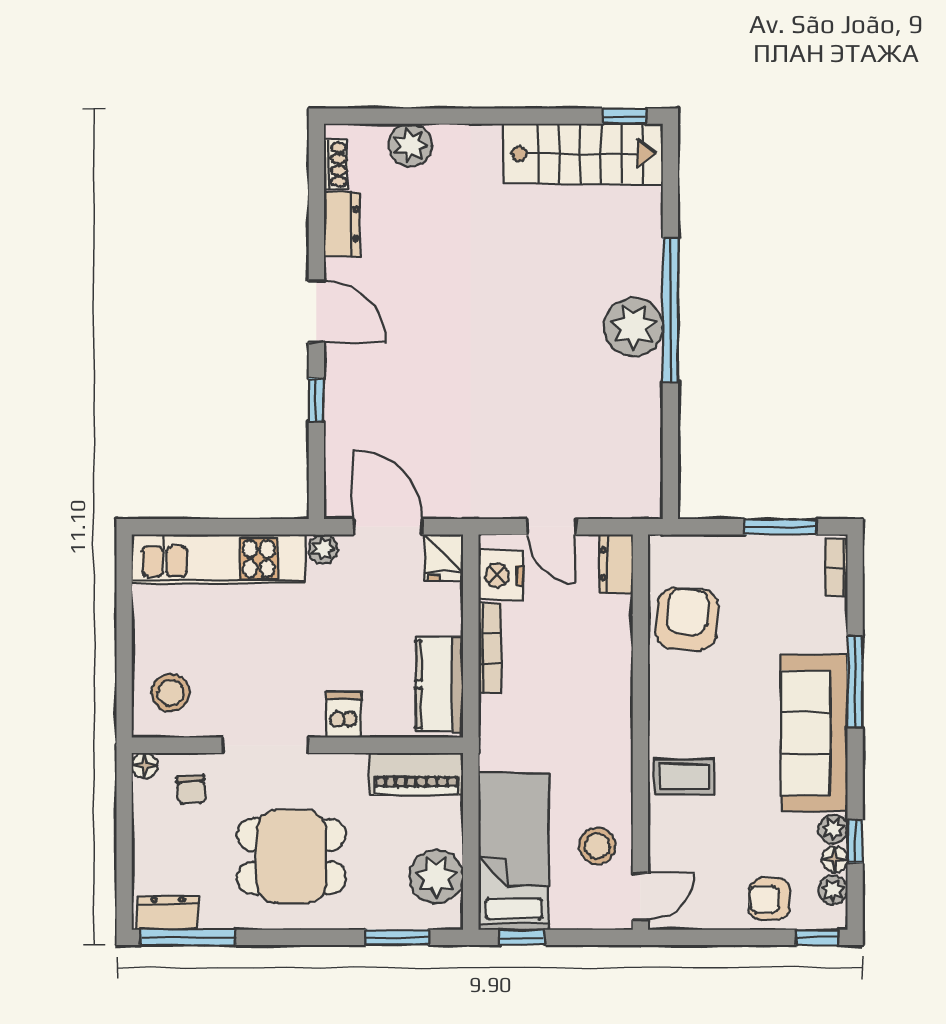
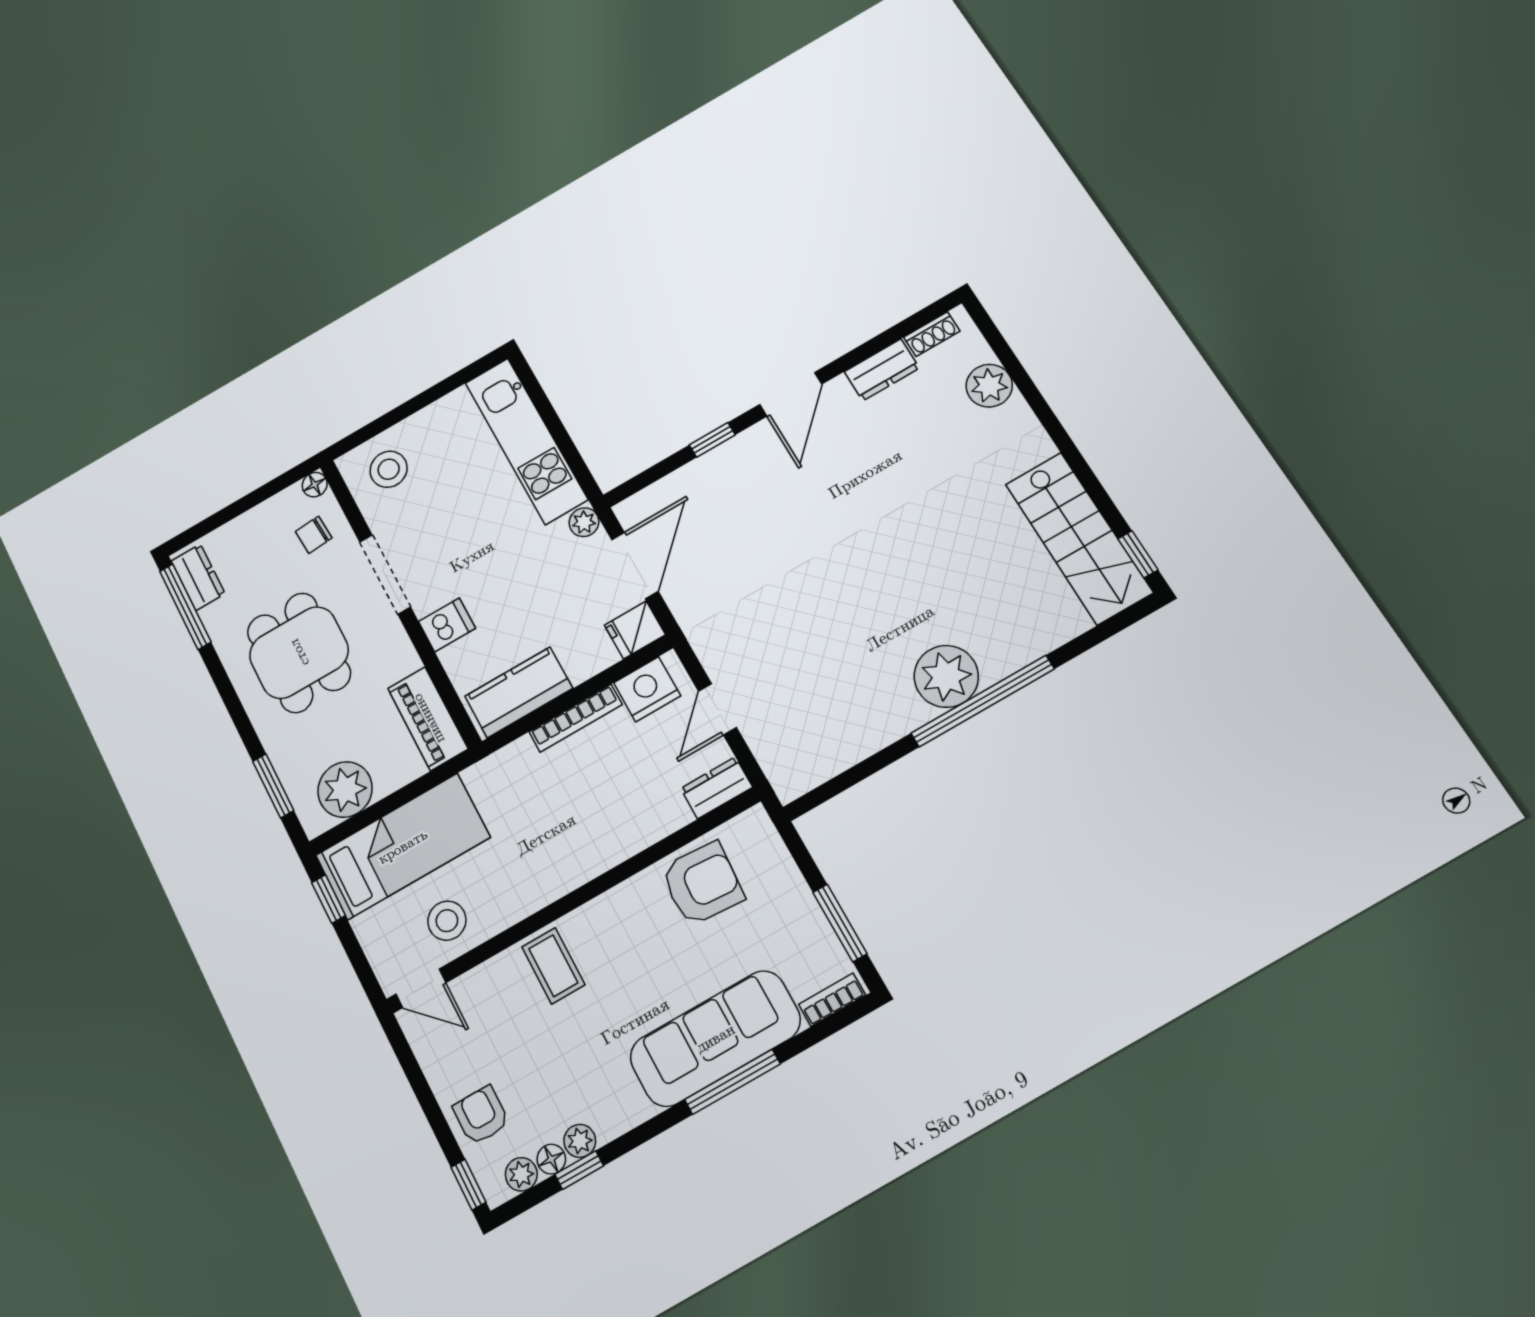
sofa: (814, 733) -> (715, 1038), moved

